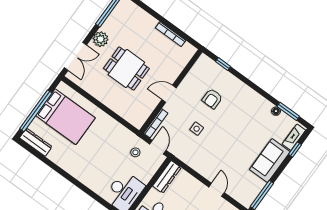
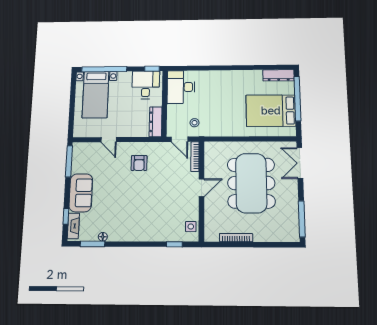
plant: (101, 39) -> (290, 192), removed
dining table: (126, 68) -> (251, 183), width x1.88, depth x1.24
armchair: (212, 99) -> (139, 163), moved, turned 180
side table: (197, 129) -> (191, 227), moved

